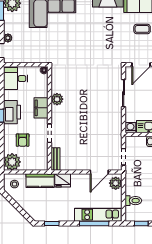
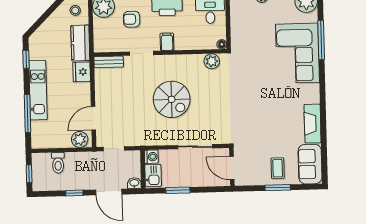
plant: (57, 99) -> (212, 61), moved
filing cabinet: (41, 108) -> (167, 42), width x0.50
spiral stairs: (86, 110) -> (172, 99), added
door: (99, 172) -> (93, 118), hinge flipped
kitchen unit: (98, 215) -> (38, 90), moved

